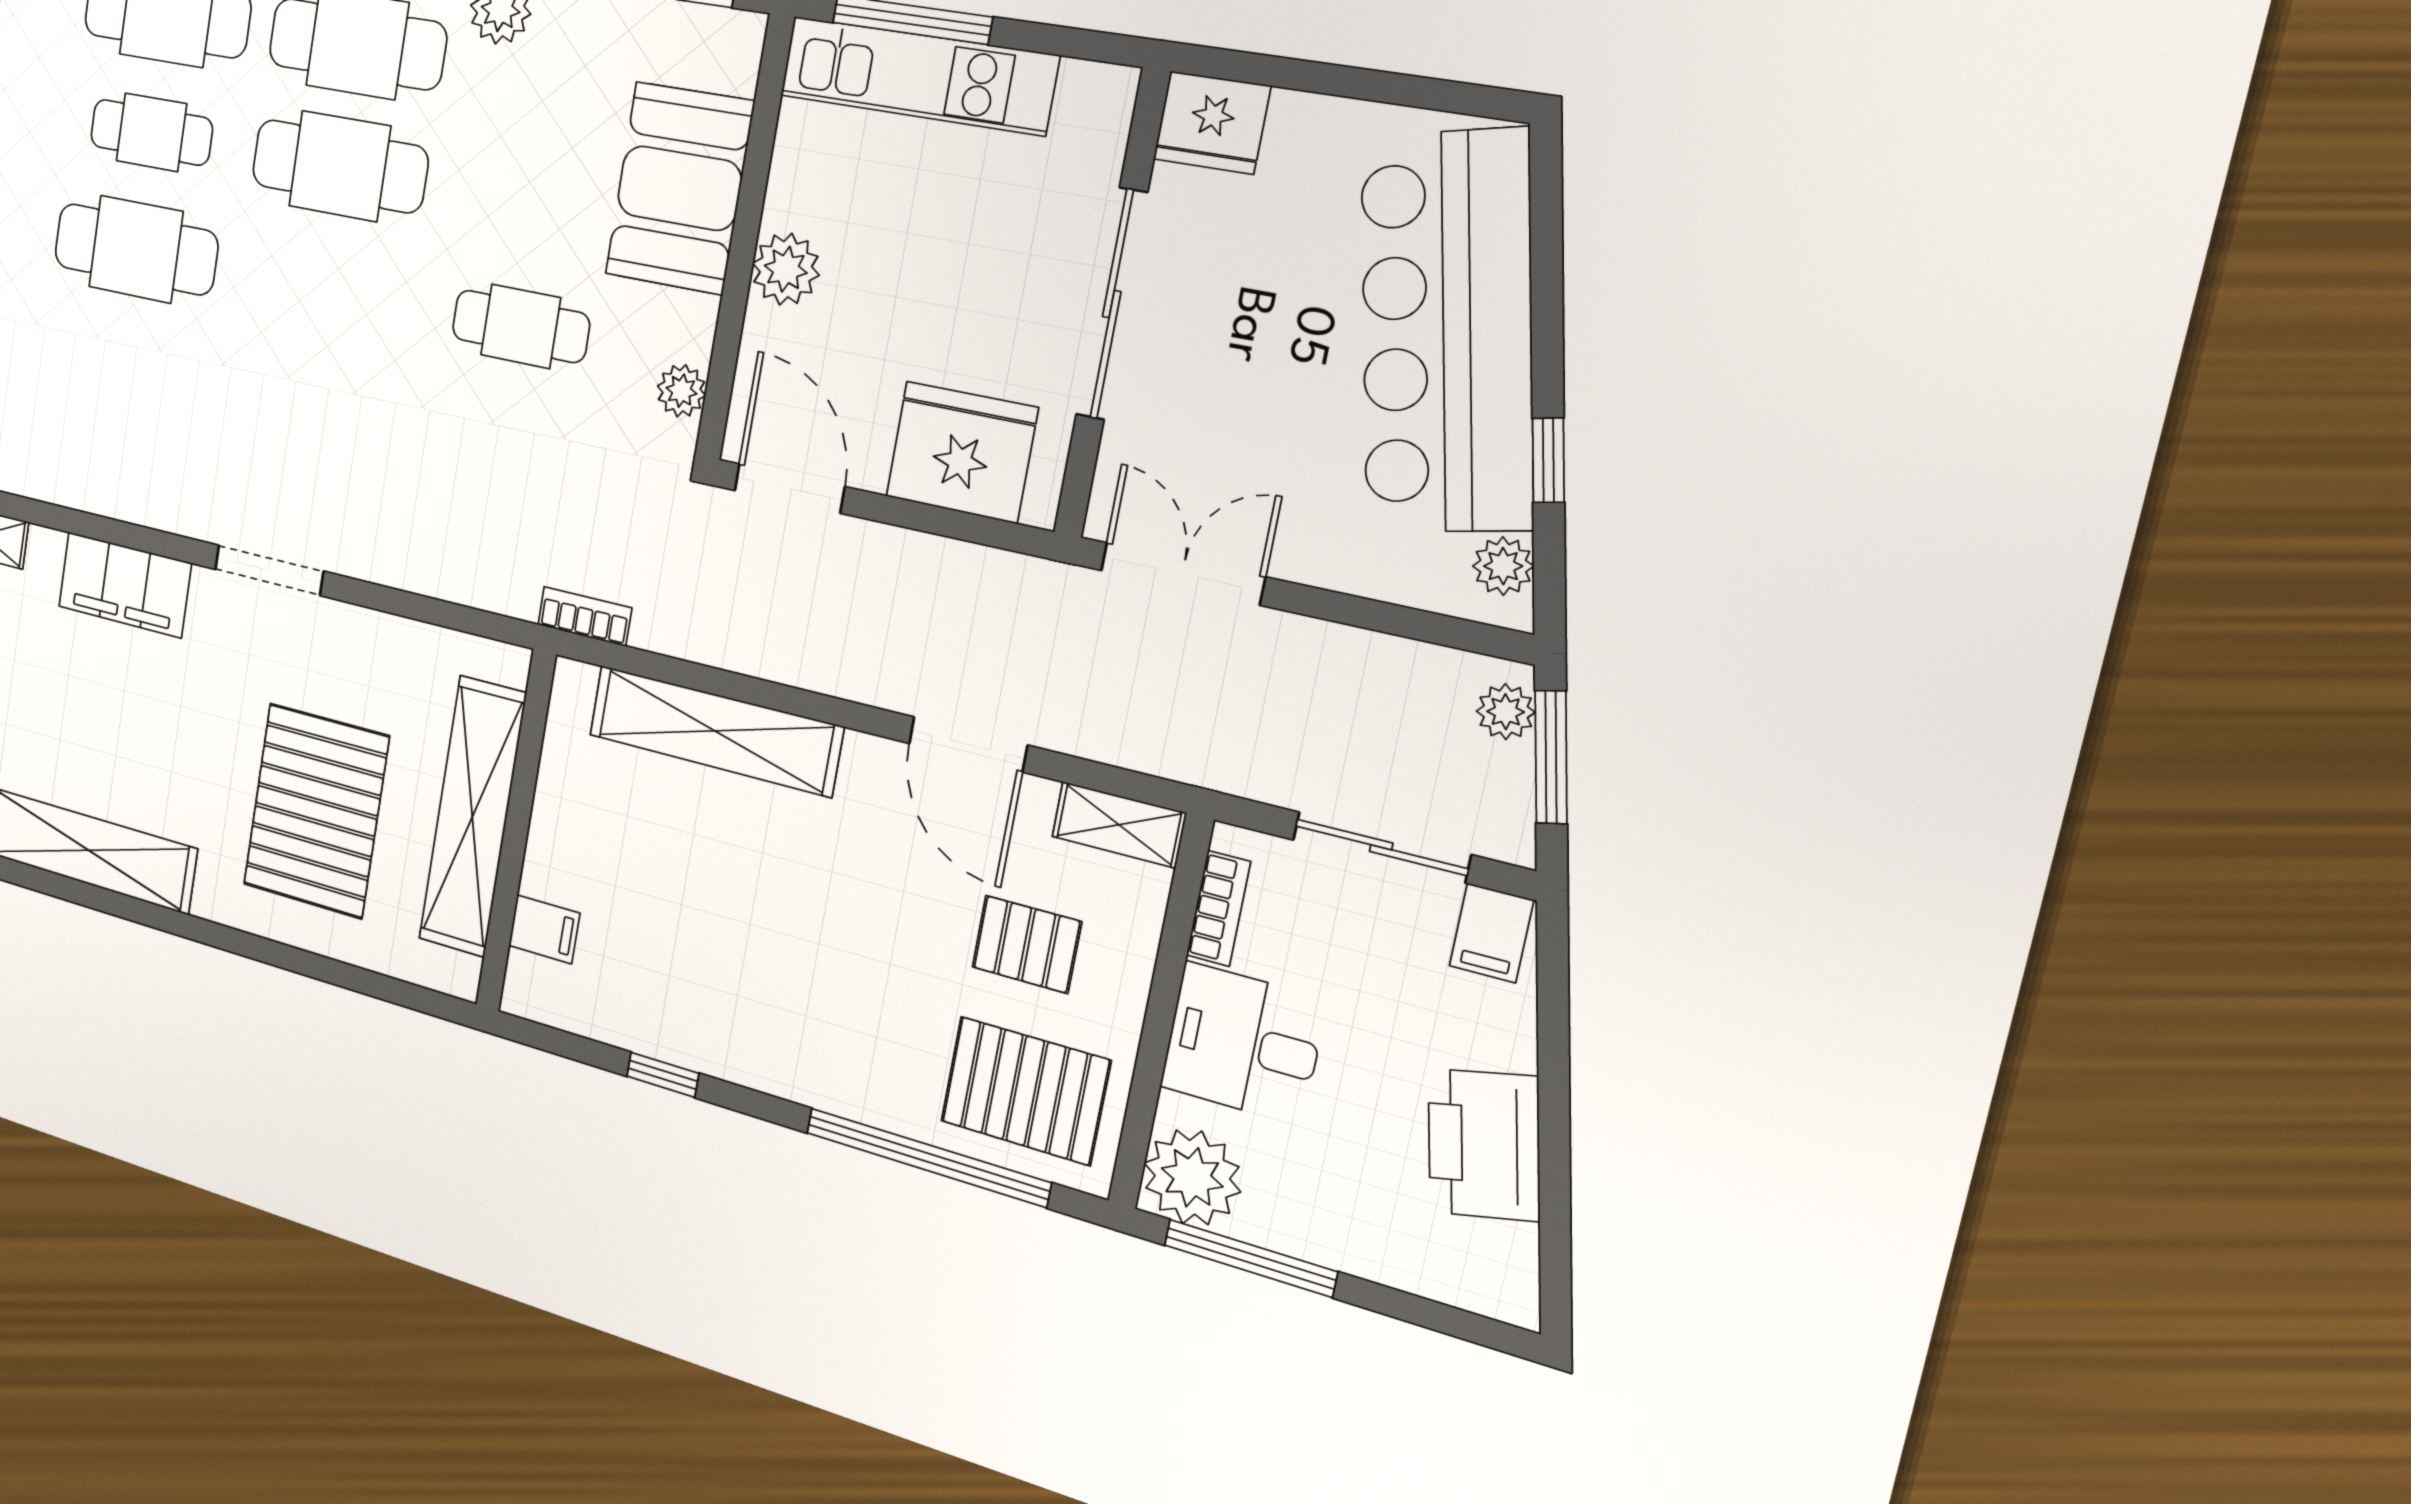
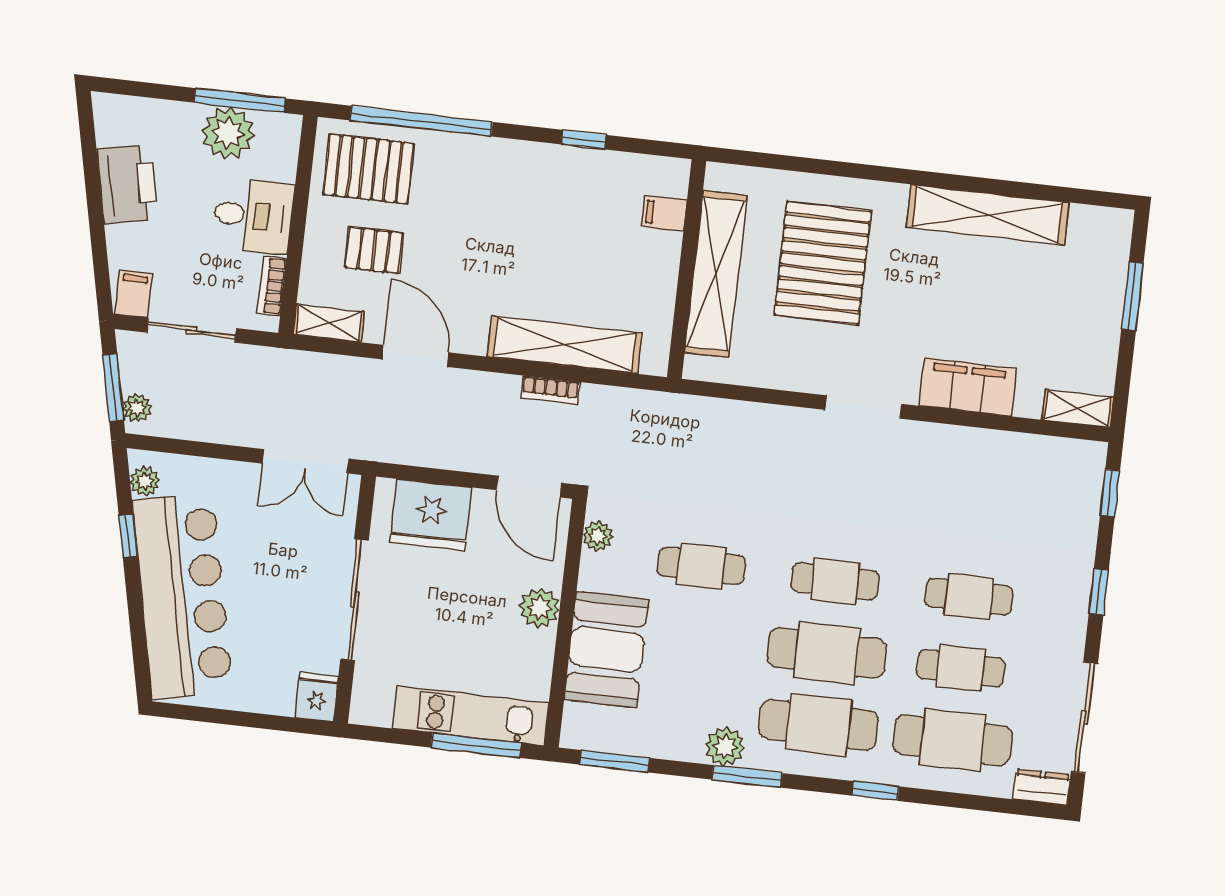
fridge: (1212, 123) -> (317, 697), width x0.72
cafe table: (136, 249) -> (969, 596), width x0.73, depth x0.74
cafe table: (322, 287) -> (835, 581), added
bookcase: (585, 616) -> (551, 390), moved
plant: (1192, 1177) -> (228, 133), moved

